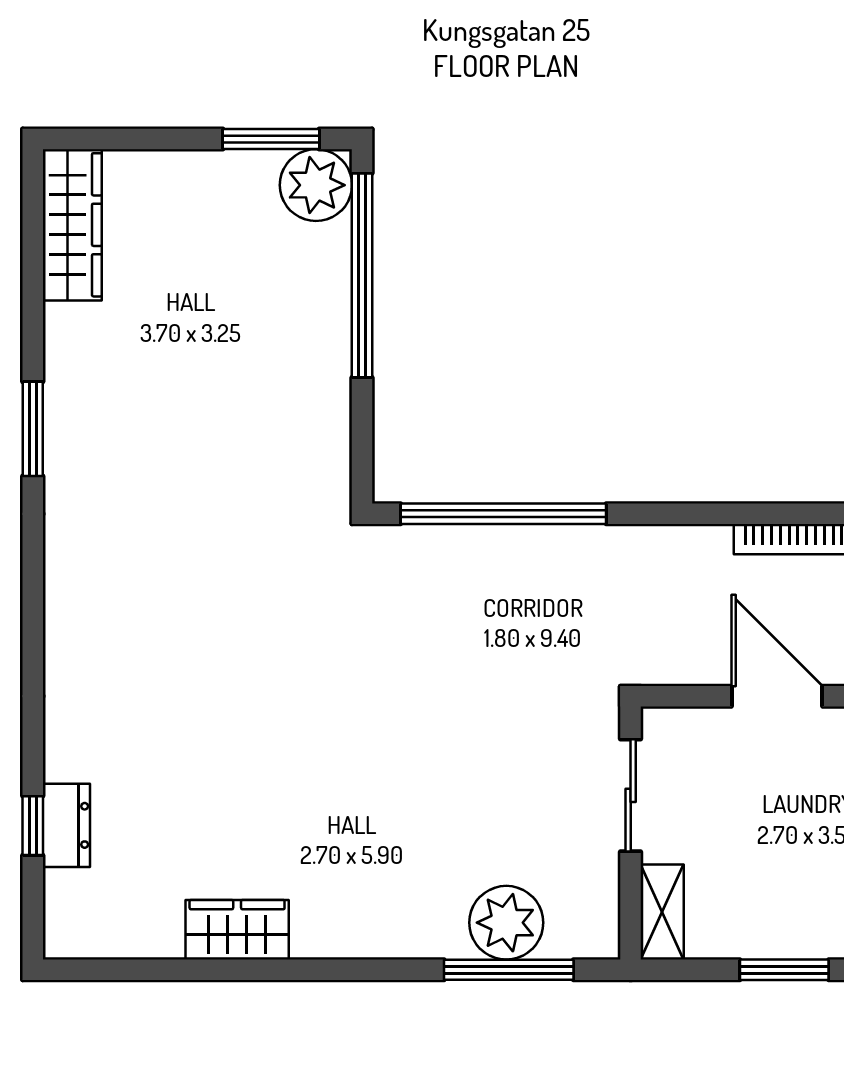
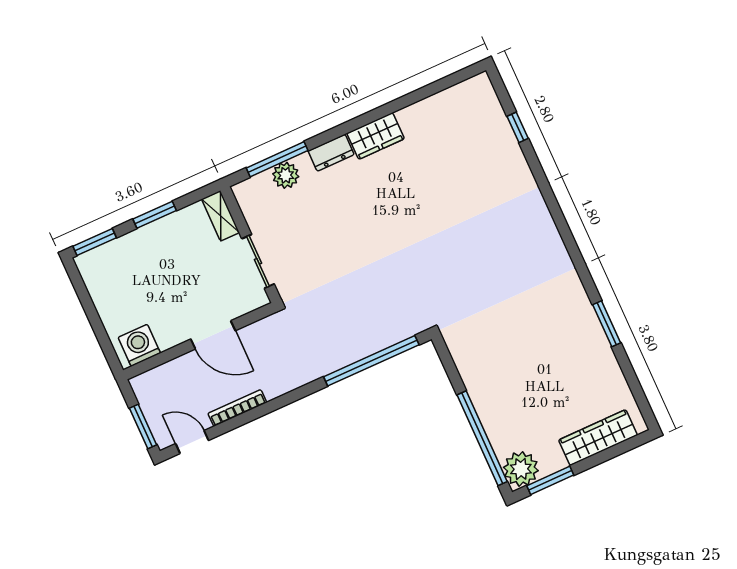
wardrobe: (72, 225) -> (598, 438), moved, turned 90
window: (33, 429) -> (607, 324), moved
dresser: (66, 825) -> (331, 153), moved, turned -90
plant: (506, 923) -> (286, 175), width x0.73, depth x0.73
wardrobe: (237, 930) -> (376, 136), moved

